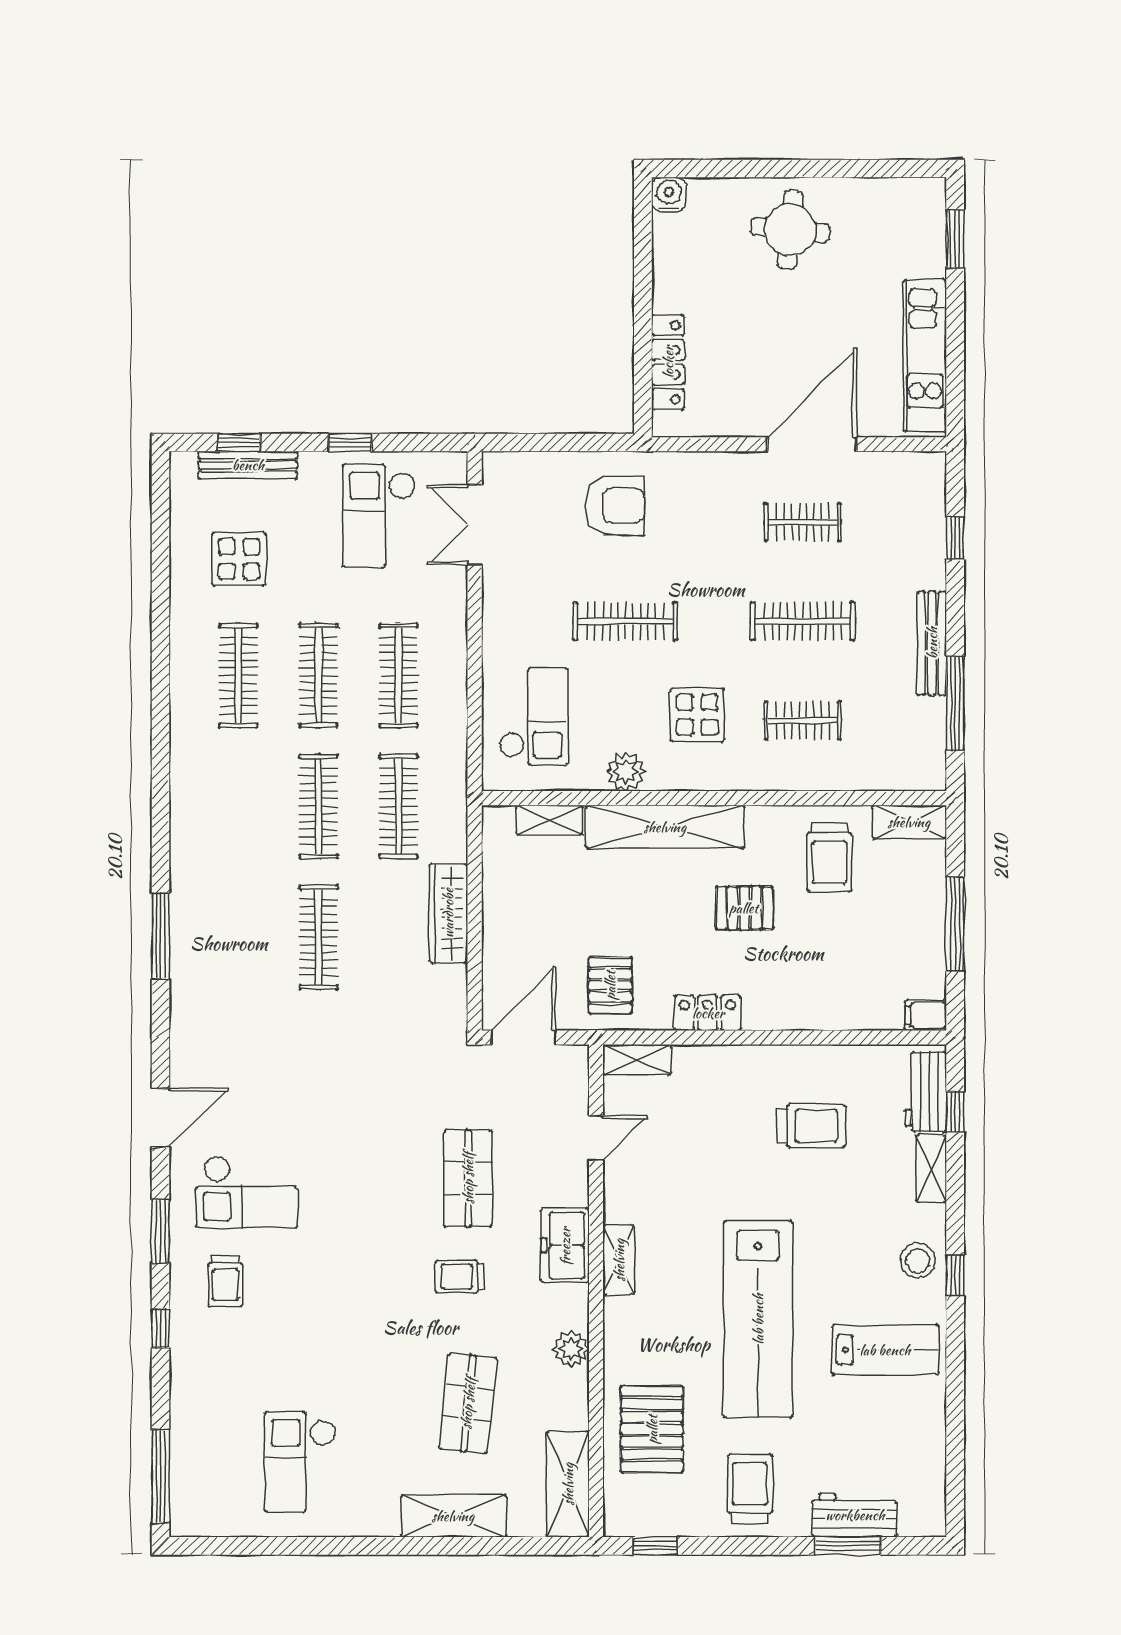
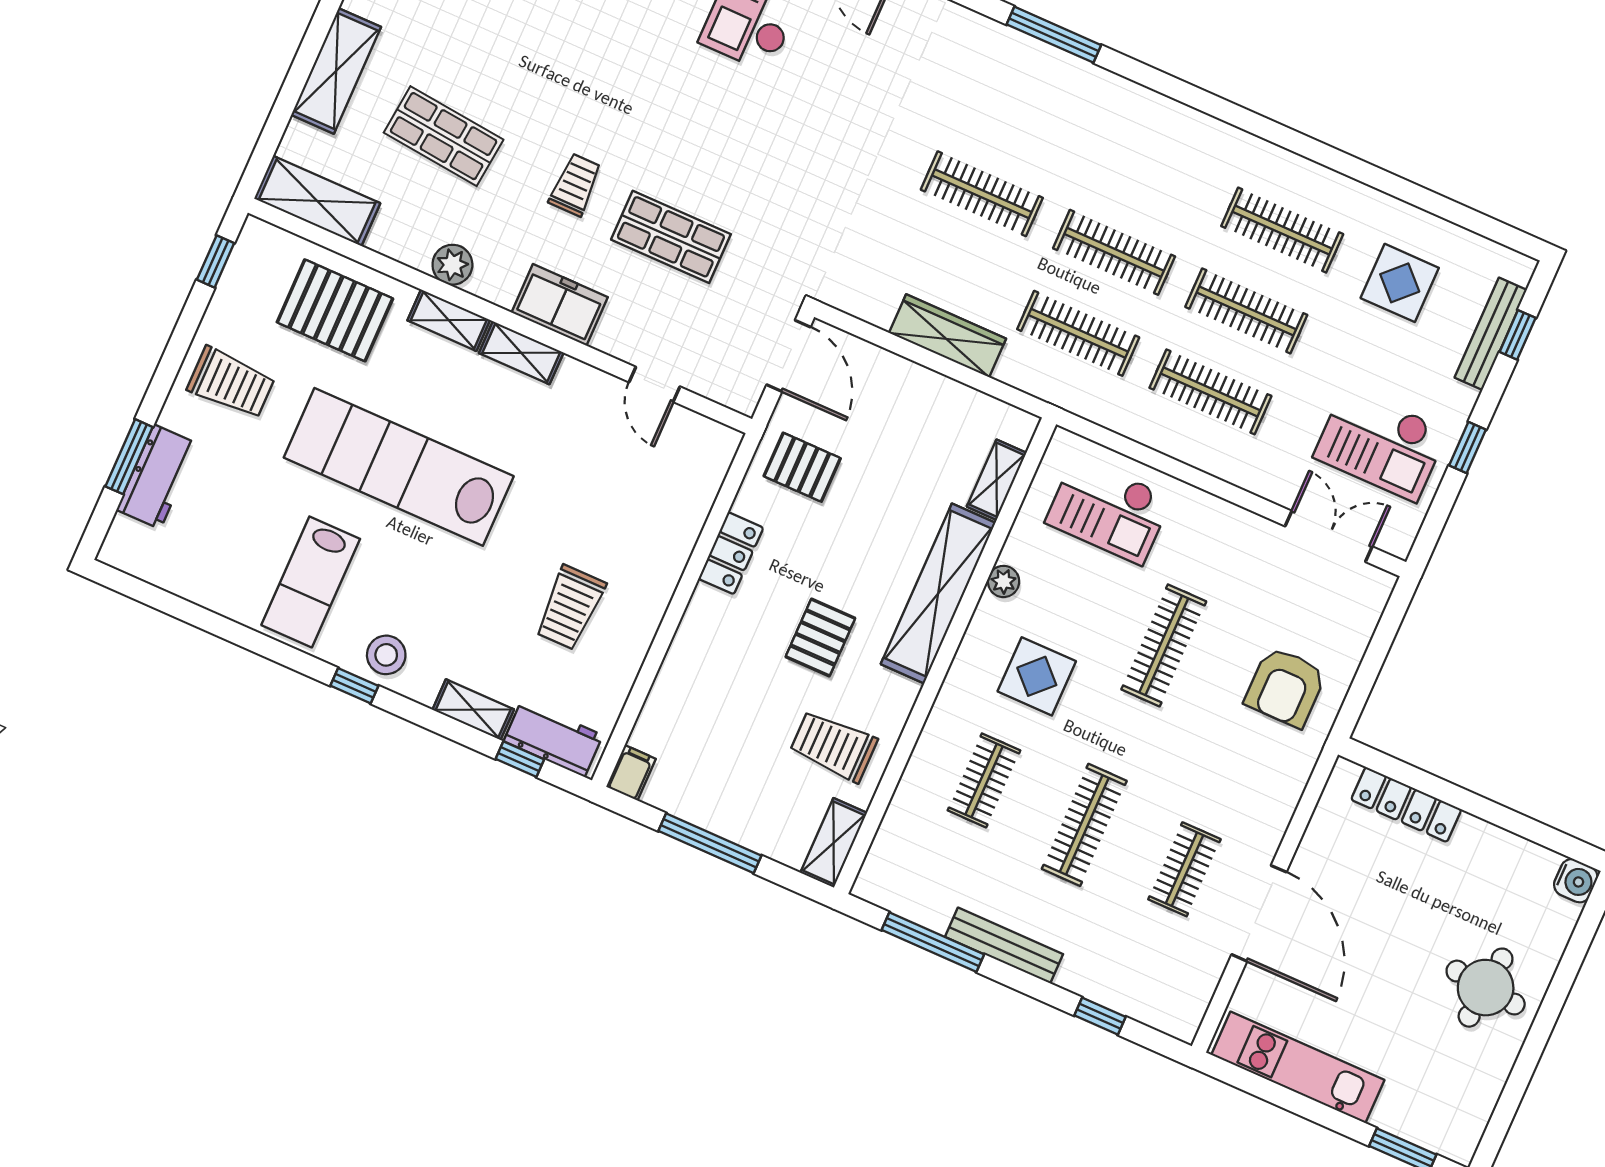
checkout: (379, 516) -> (1381, 444), turned 180
plant: (626, 772) -> (1004, 581), width x0.73, depth x0.73
shelving: (637, 1060) -> (449, 320), moved, turned 90

